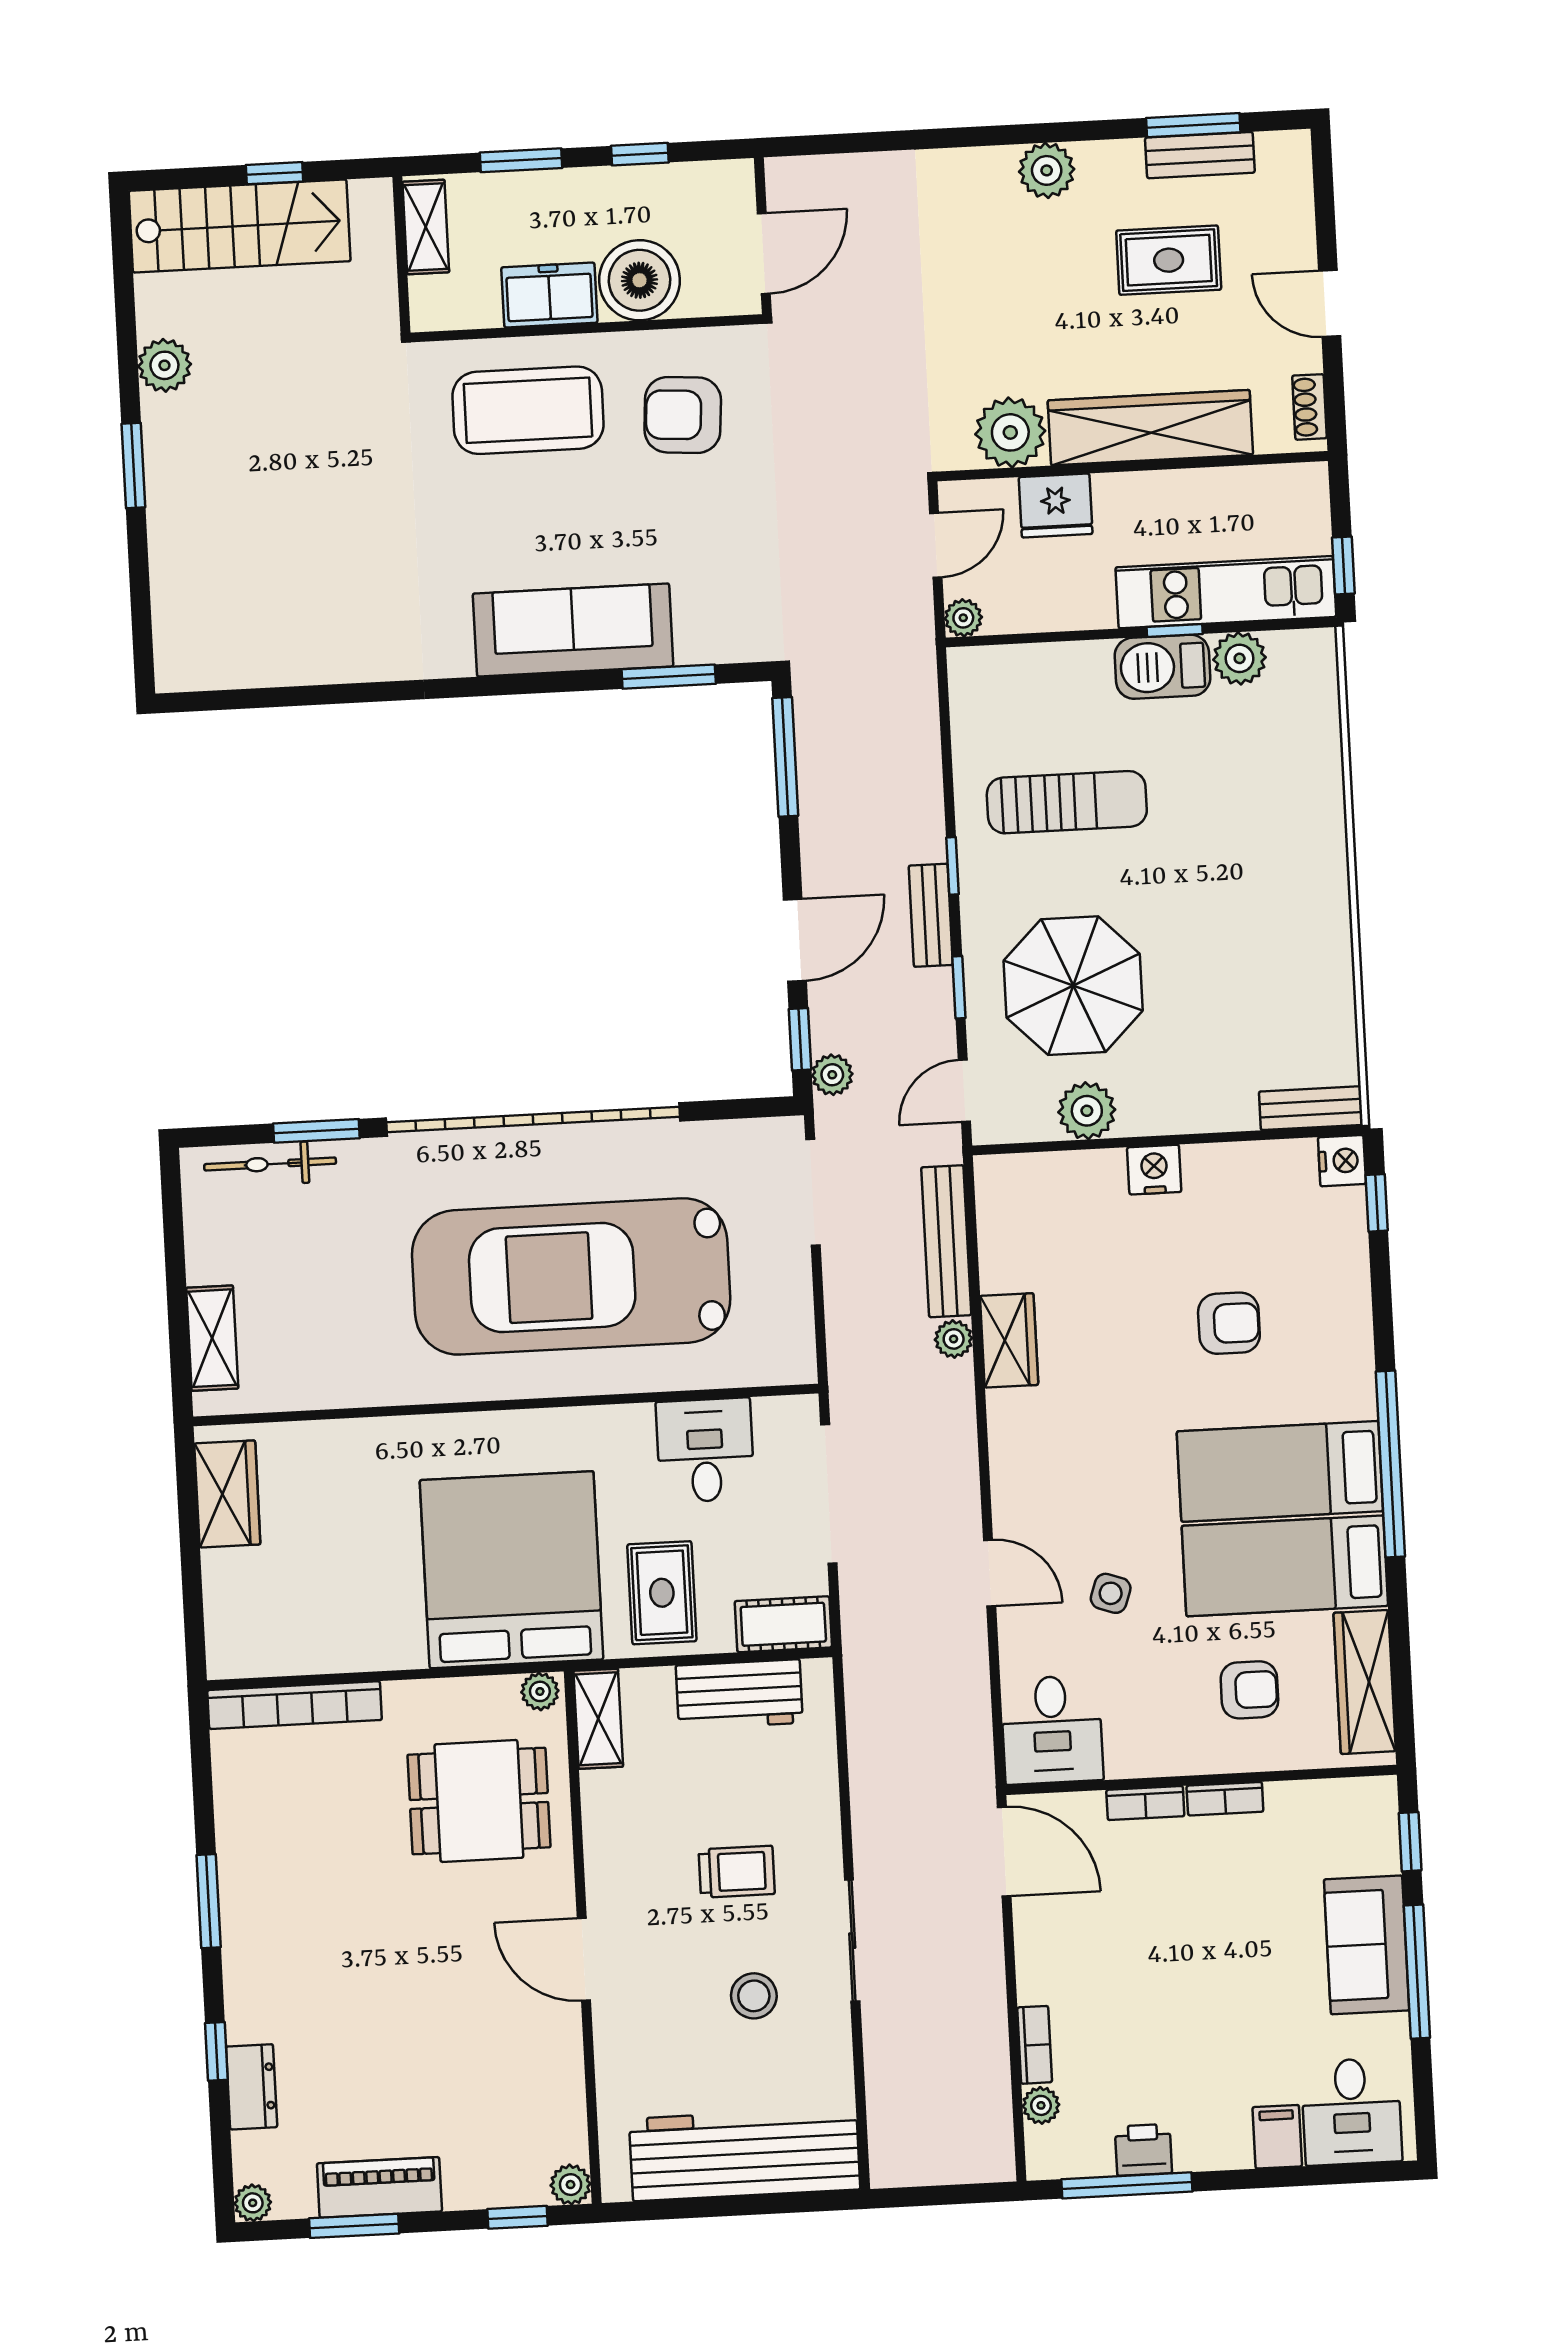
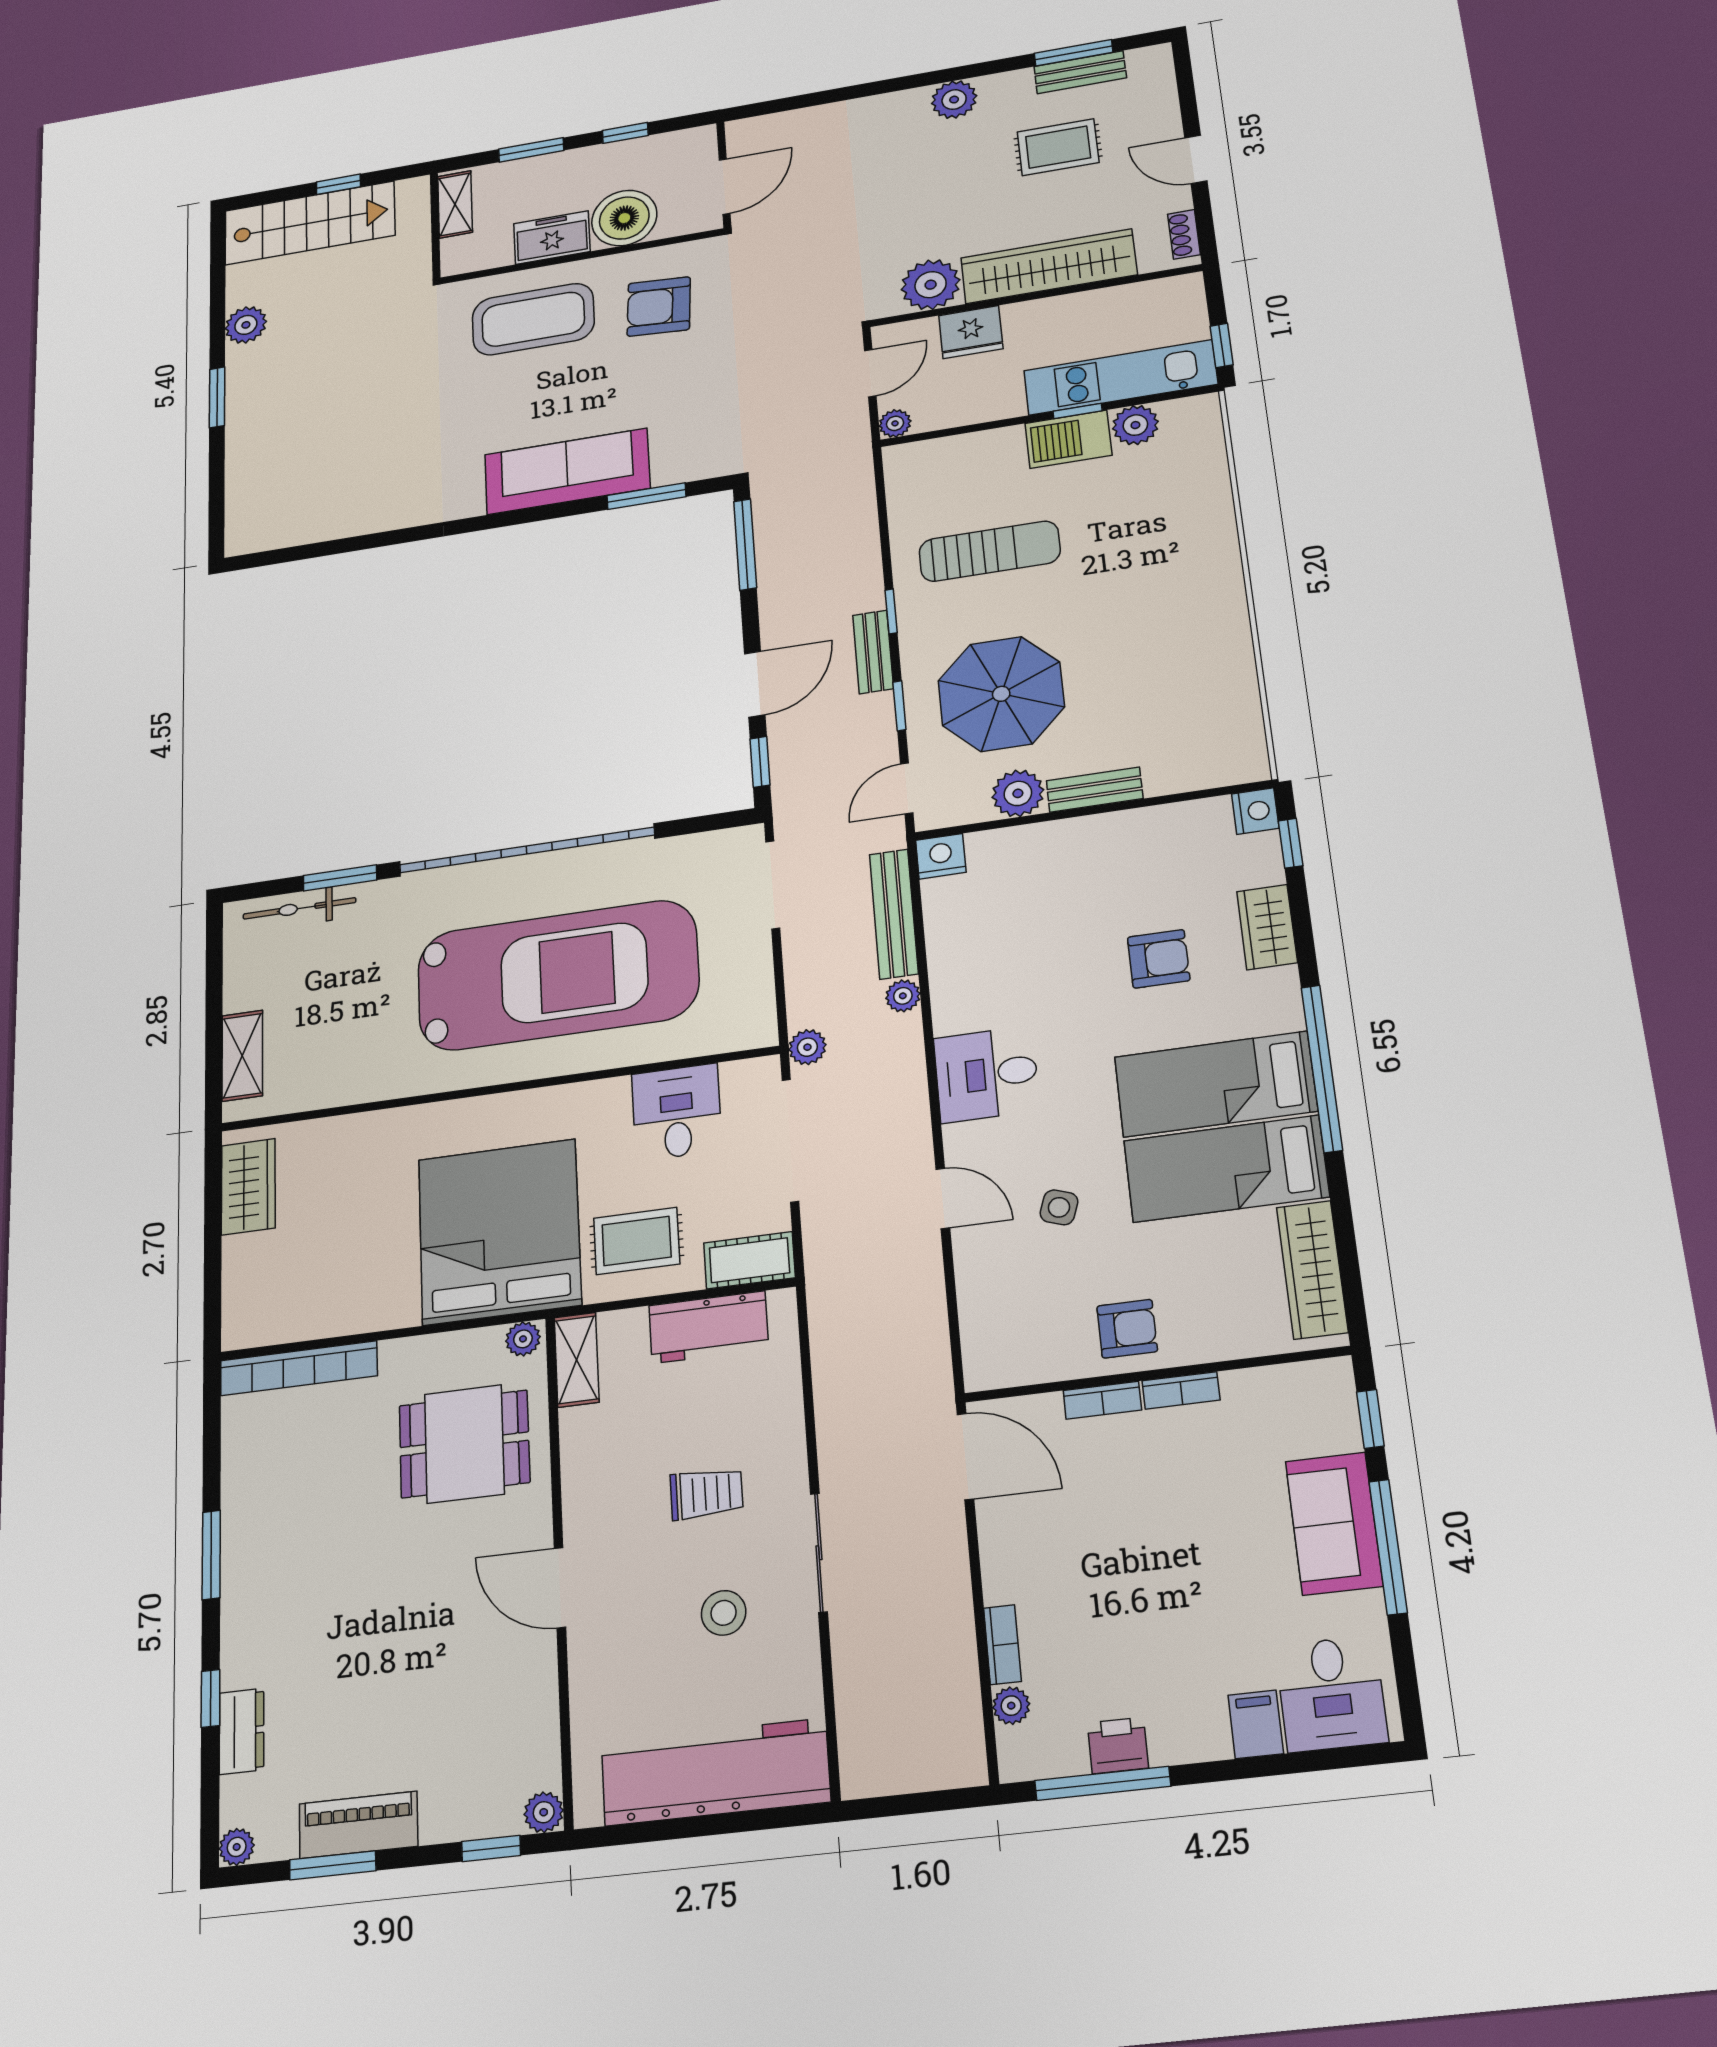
plant: (832, 1075) -> (807, 1047), moved
bench: (1311, 1108) -> (1095, 790), moved
nightstand: (1154, 1170) -> (941, 856), moved
car: (571, 1276) -> (558, 975), turned 180
wardrobe: (1009, 1340) -> (1267, 927), moved, turned 180
rug: (662, 1593) -> (637, 1241), turned 90
armchair: (1249, 1690) -> (1127, 1329), moved
desk: (1052, 1730) -> (986, 1074), moved, turned 90

